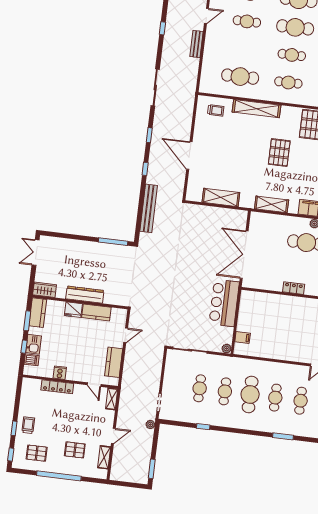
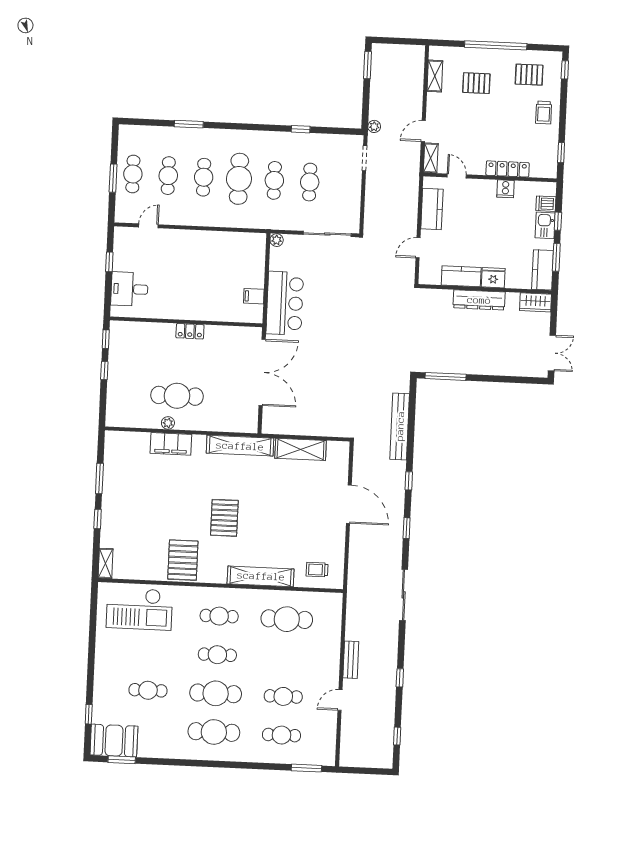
shelving: (272, 204) -> (240, 446), width x1.47
filing cabinet: (243, 338) -> (254, 296), moved
window: (14, 428) -> (561, 153), moved
door: (113, 436) -> (423, 131), moved

